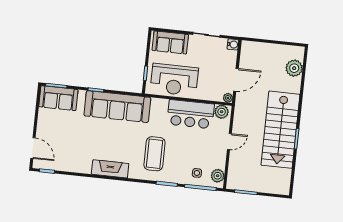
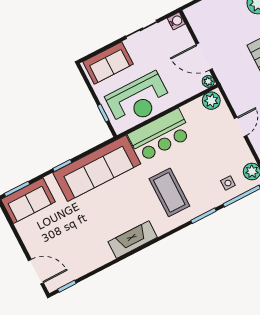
door: (236, 80) -> (204, 57), swing flipped
bar counter: (191, 114) -> (160, 135), moved

